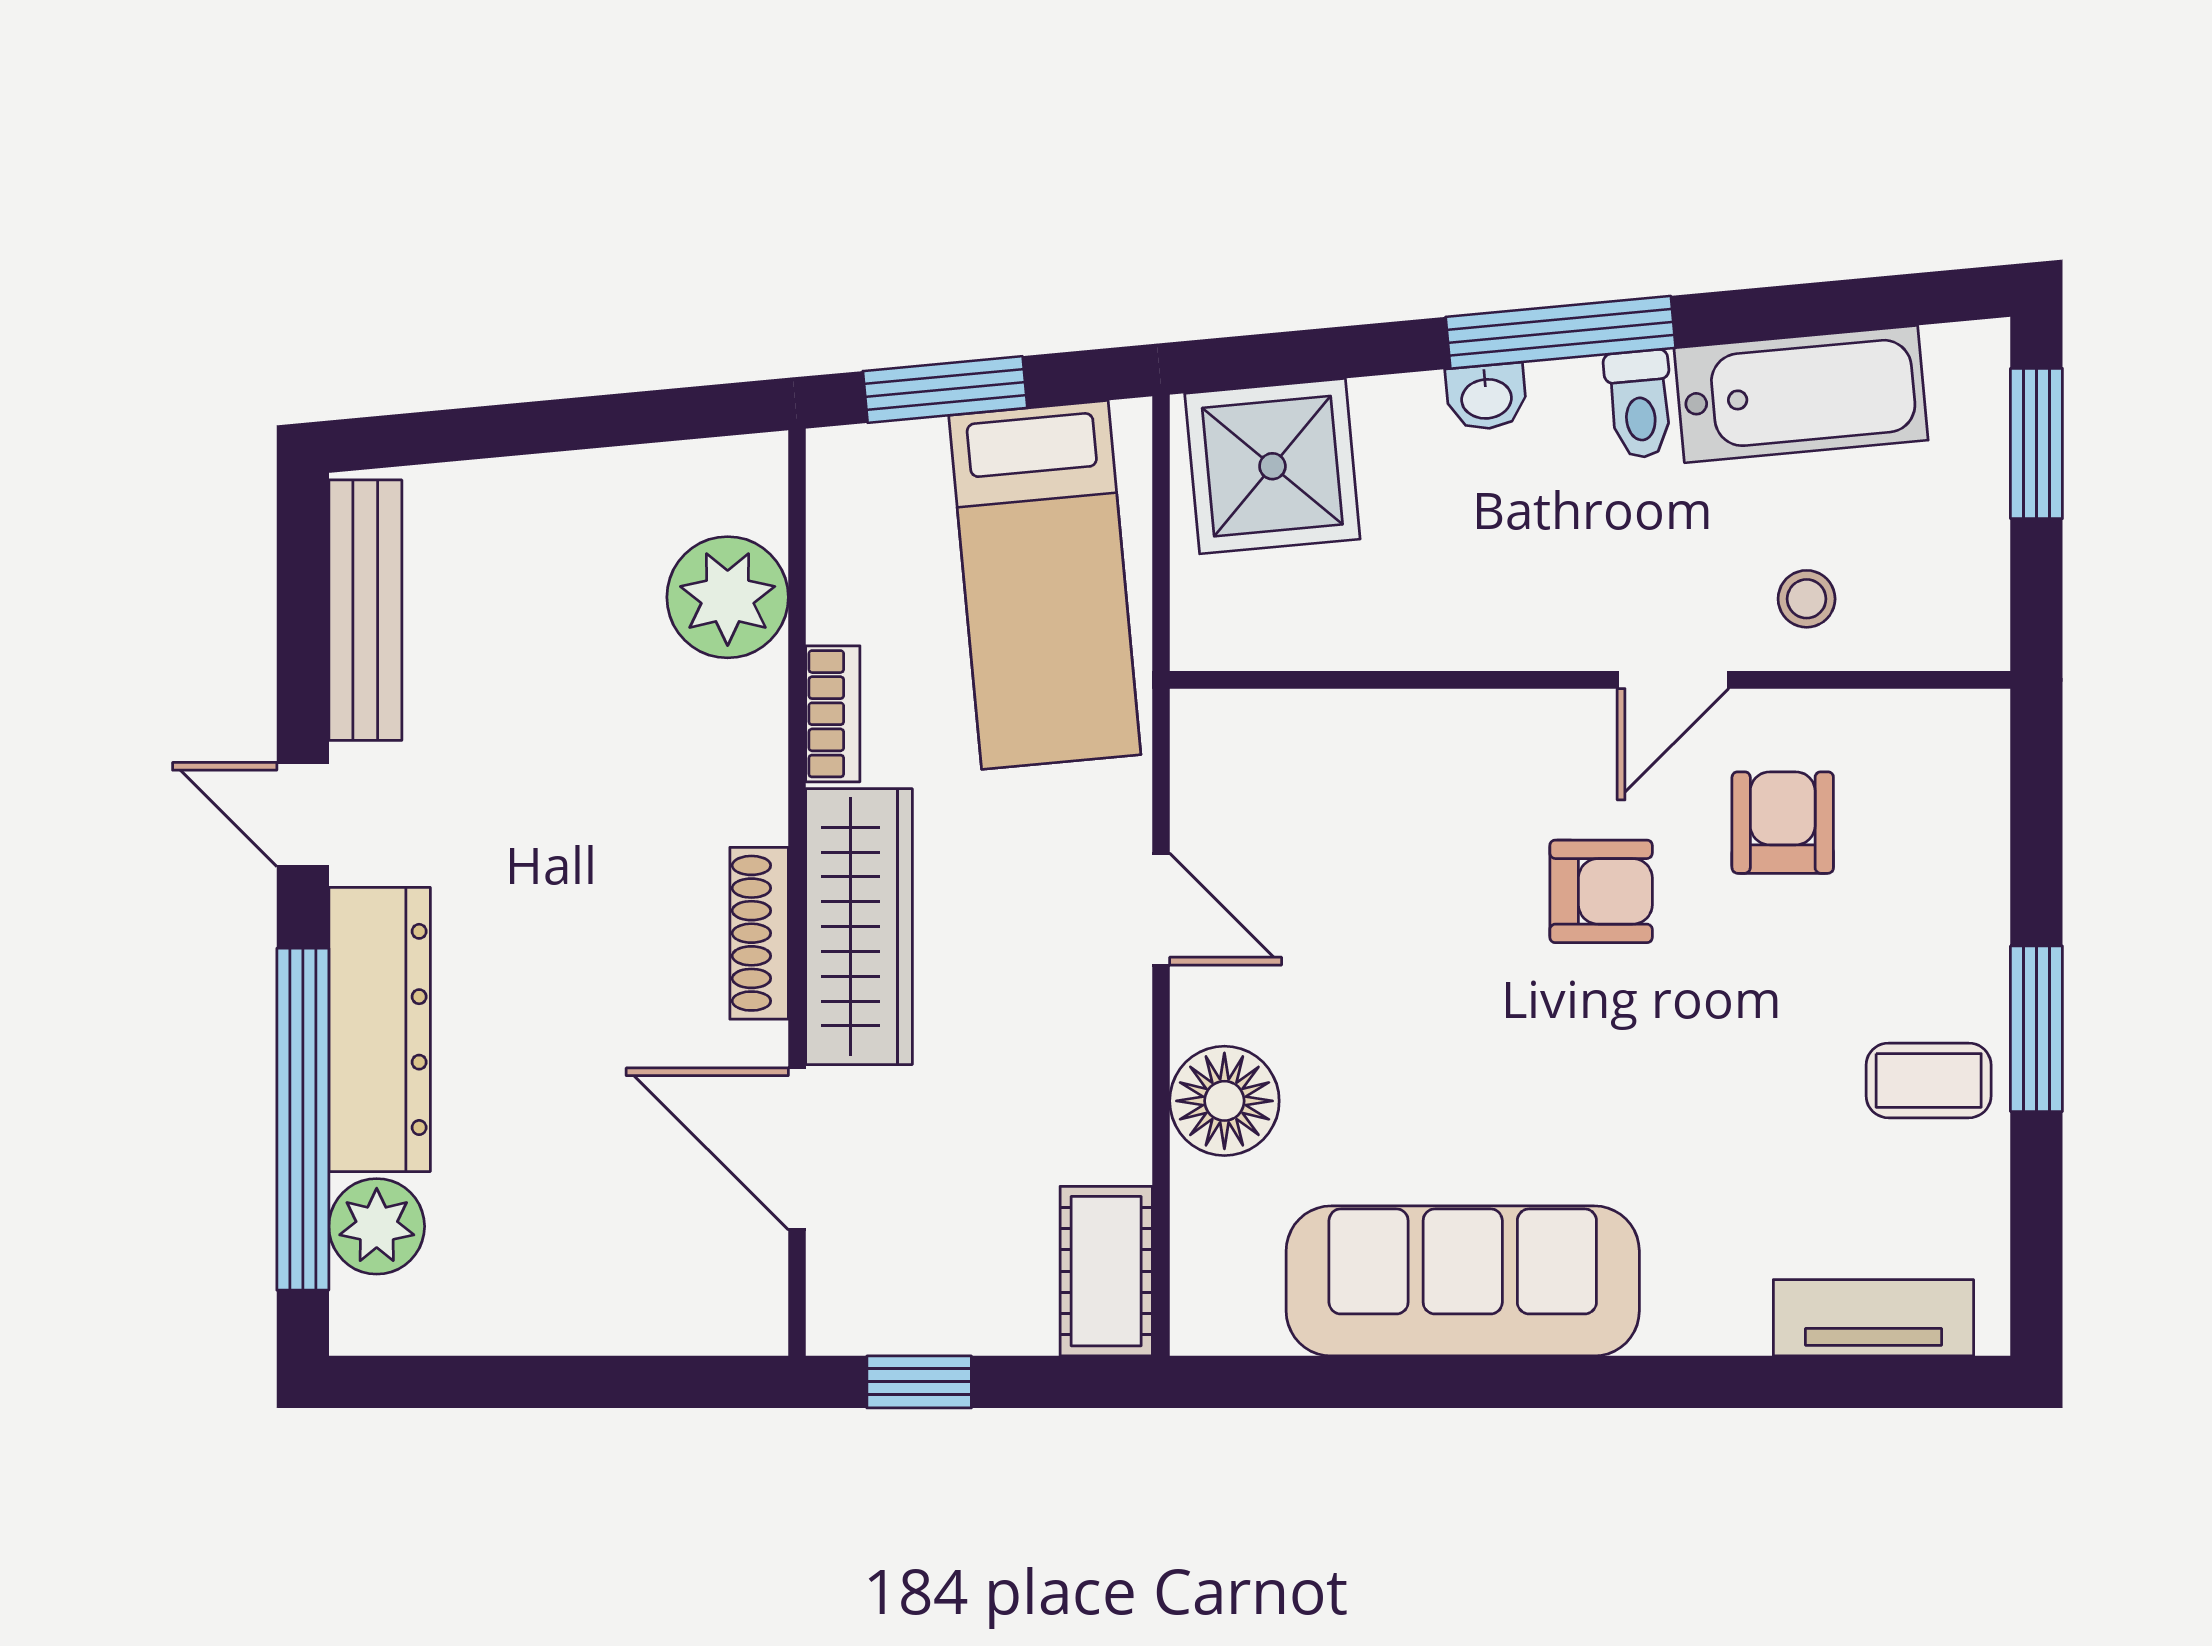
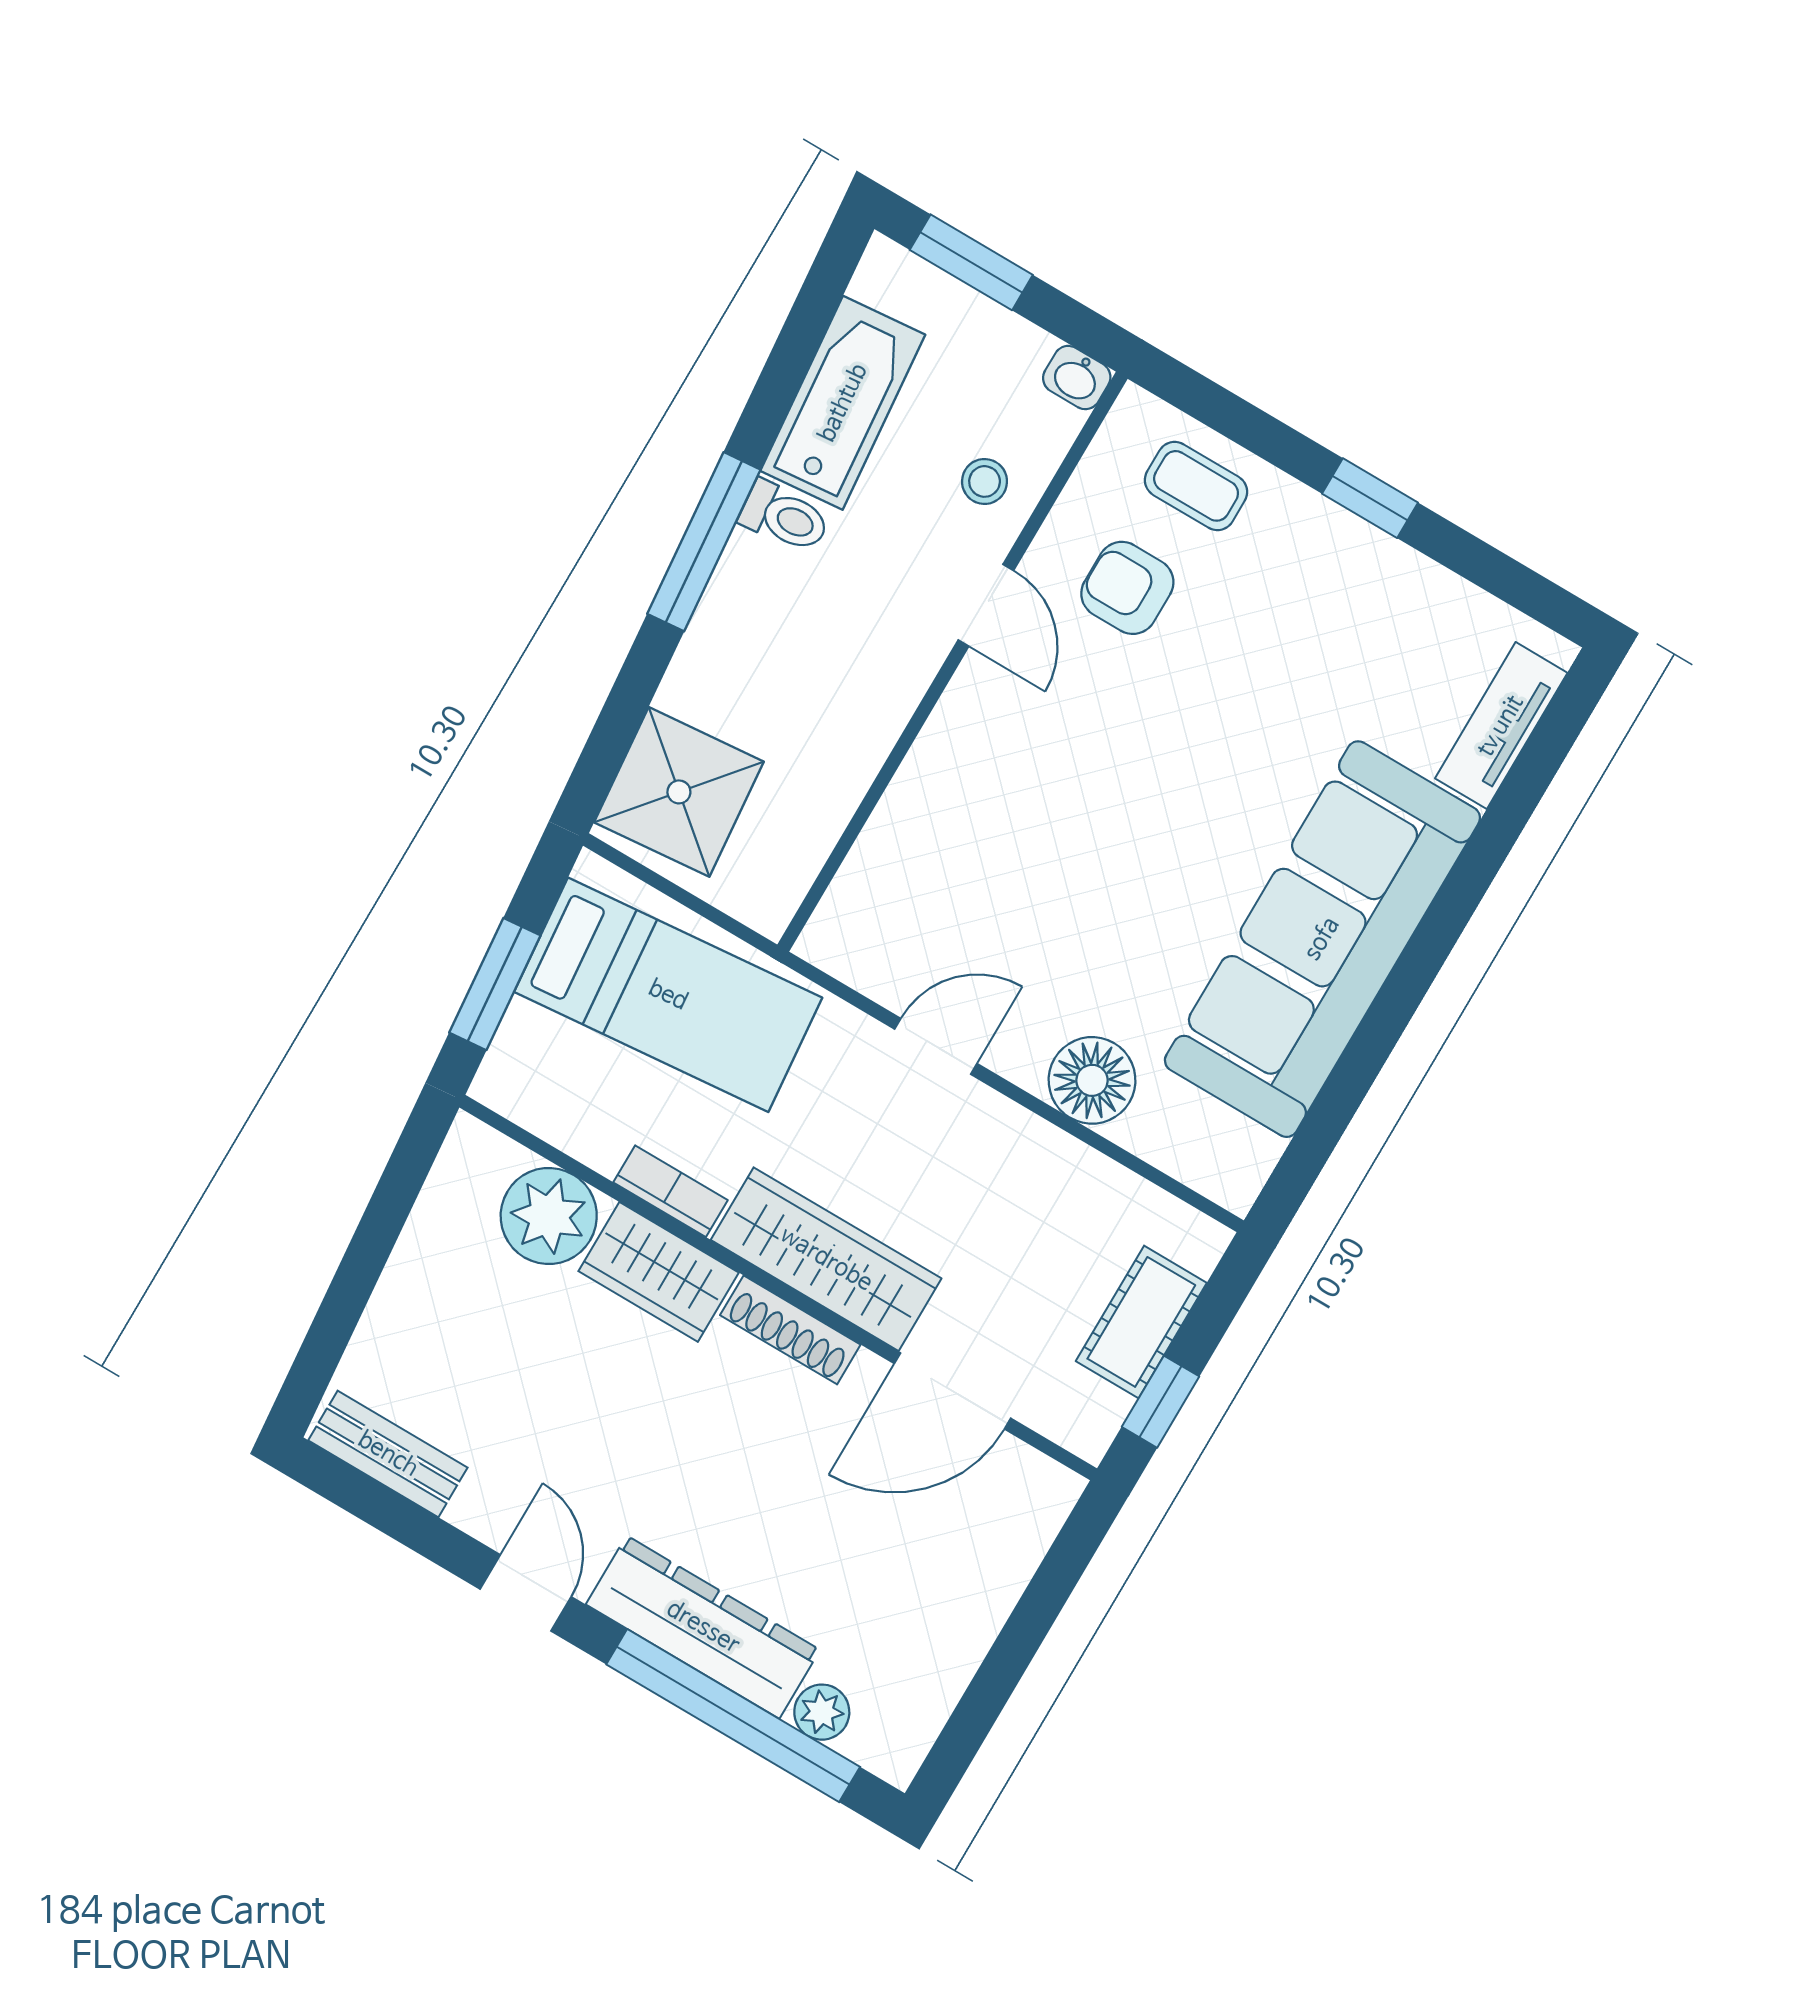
washbasin: (1486, 397) -> (1077, 378), moved, turned 95
bench: (365, 610) -> (388, 1454), width x0.73
wardrobe: (737, 753) -> (659, 1272), added
door: (303, 815) -> (526, 1593), swing flipped
armchair: (1601, 891) -> (1101, 739), removed
window: (2036, 1029) -> (1370, 498), width x0.67
coffee table: (1929, 1080) -> (1196, 486), moved, turned 90
plant: (377, 1226) -> (822, 1712), width x0.73, depth x0.73
cot: (1106, 1271) -> (1141, 1322), moved, turned 90
sofa: (1463, 1281) -> (1322, 939), width x1.36, depth x1.27

